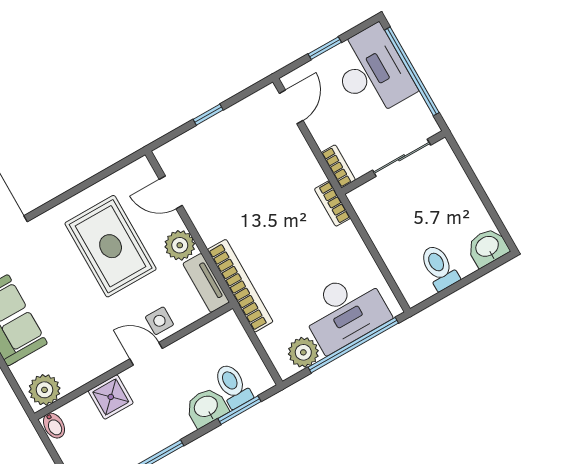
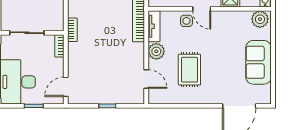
rug: (111, 246) -> (189, 70), width x0.73, depth x0.70

